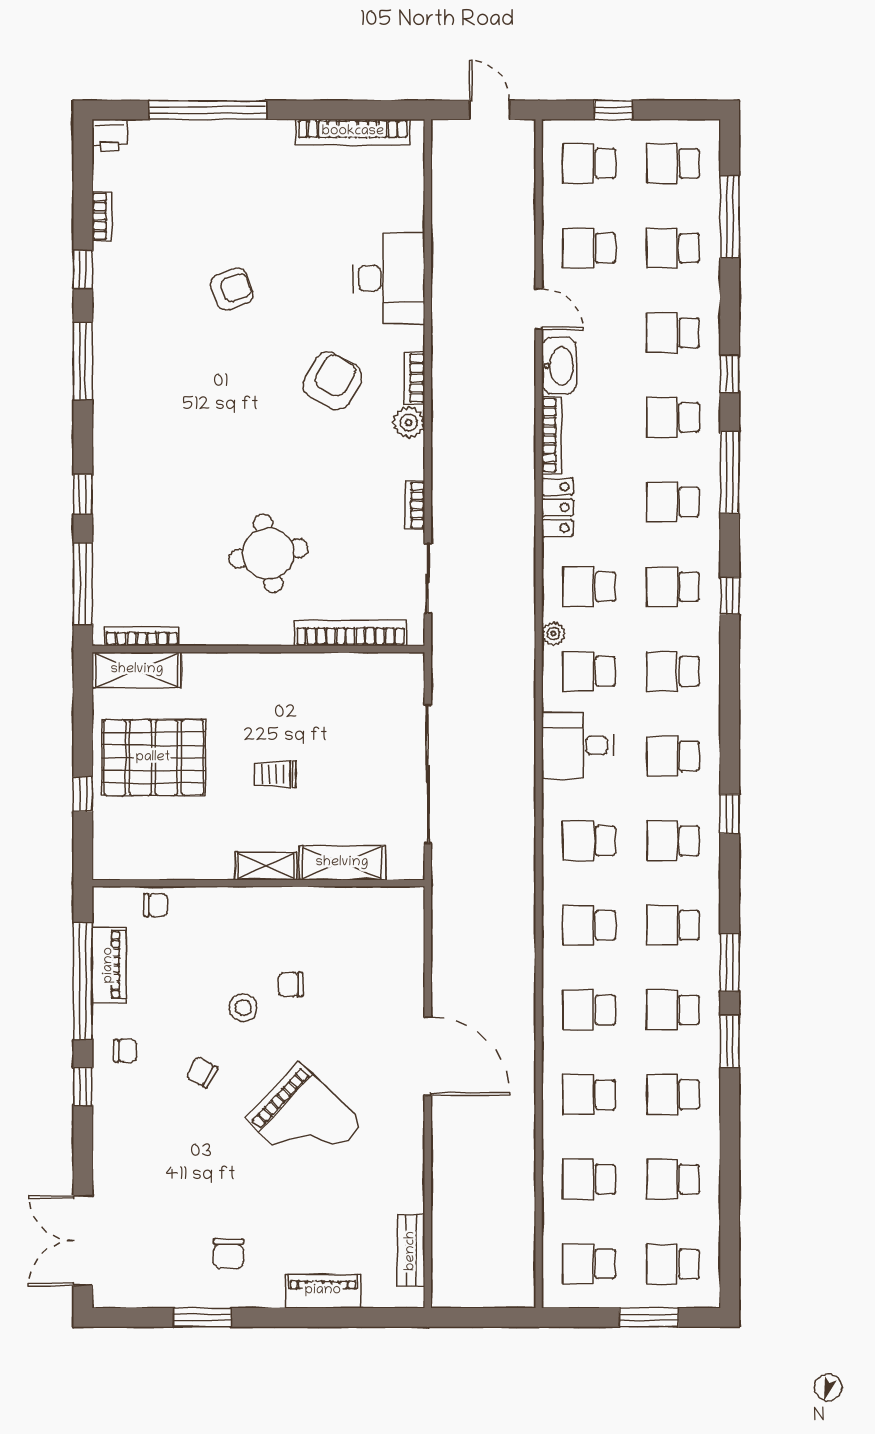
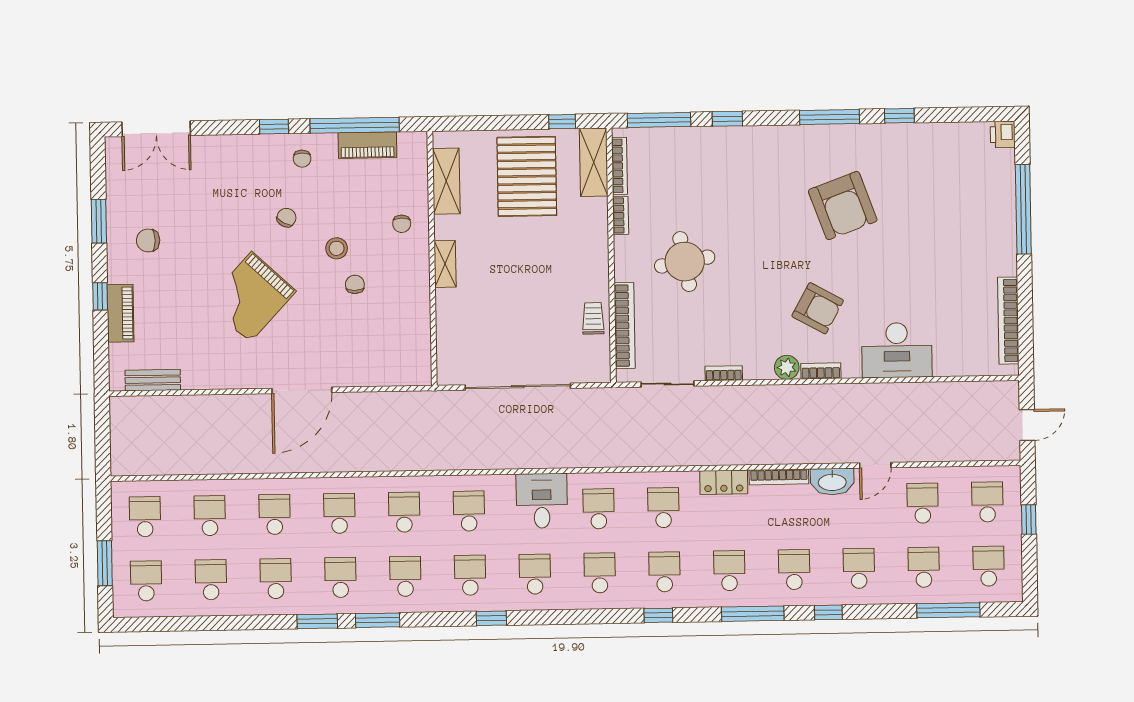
bookcase: (102, 216) -> (621, 215), moved, turned -90
armchair: (232, 289) -> (843, 206), moved, width x1.88, depth x1.88
plant: (553, 634) -> (627, 481), removed
trolley: (275, 774) -> (593, 318), moved
window: (83, 794) -> (562, 122), moved
shelving: (342, 863) -> (446, 181), moved
chair: (156, 905) -> (402, 224), moved
double door: (83, 1240) -> (156, 129), swing flipped
window: (300, 1317) -> (100, 296), added

